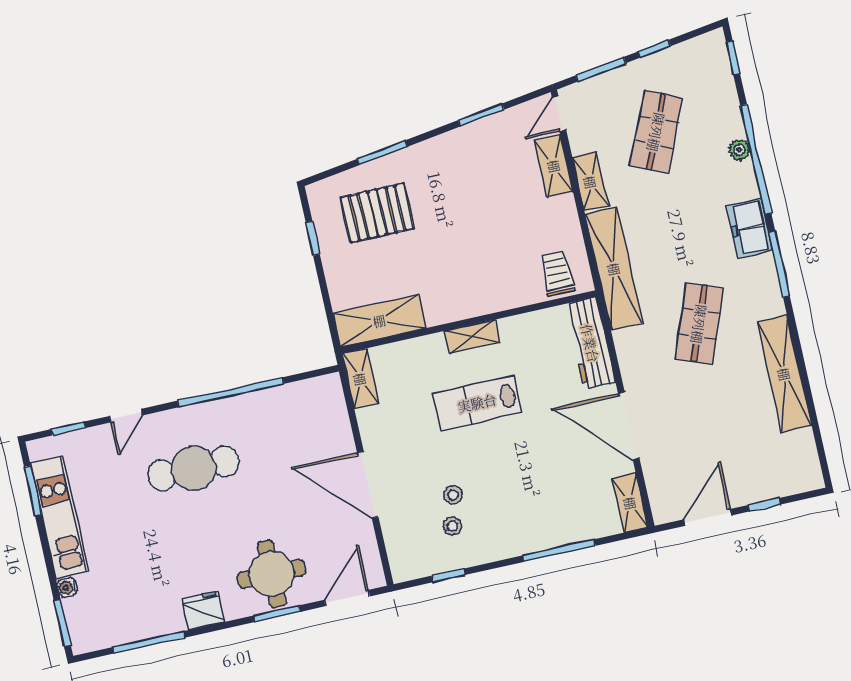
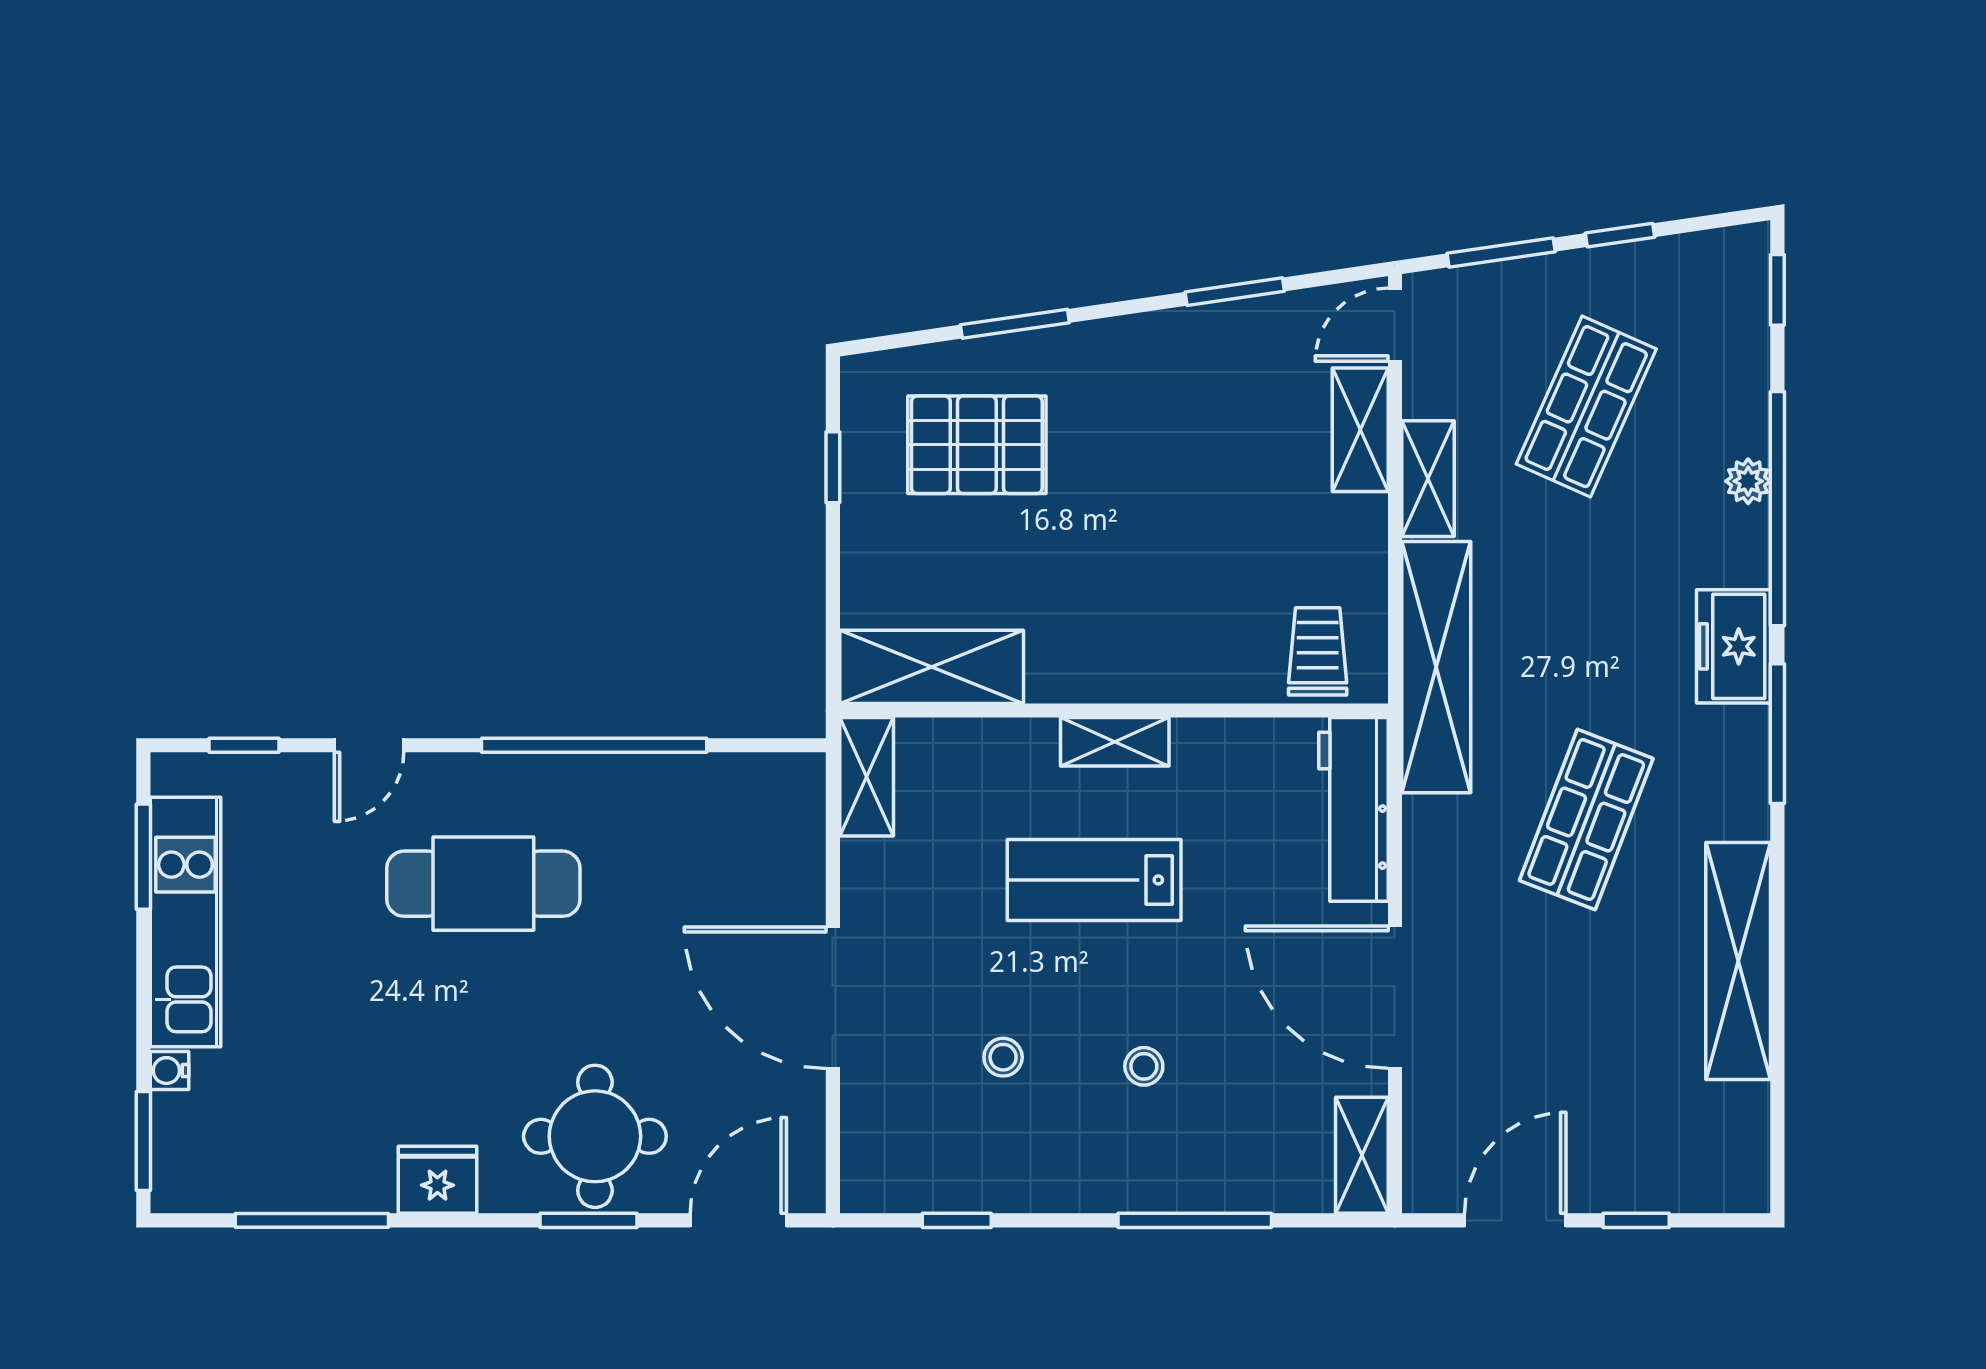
stool: (452, 526) -> (1144, 1066), moved

